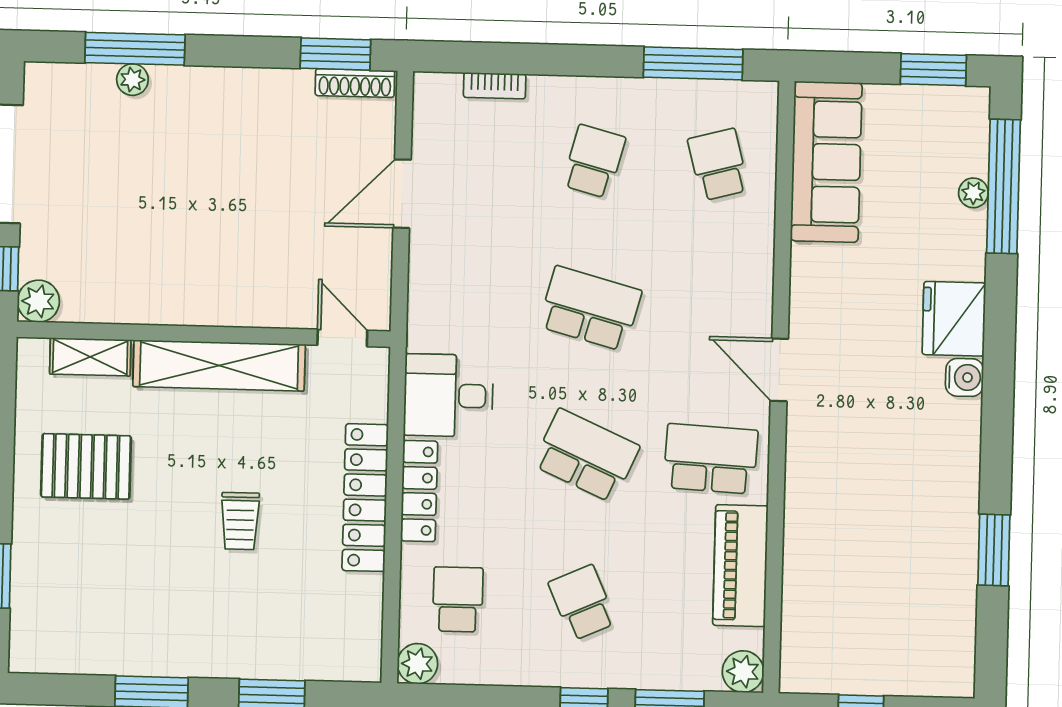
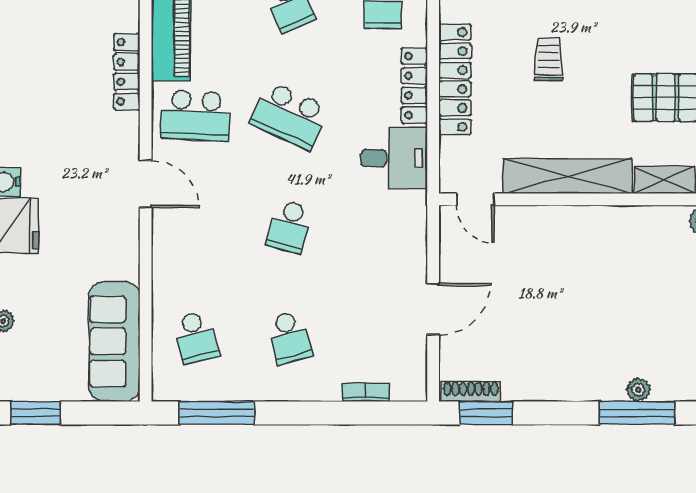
school desk: (594, 161) -> (289, 337), turned -30
school desk: (590, 308) -> (289, 226), width x0.54
locker: (800, 519) -> (127, 72), added

